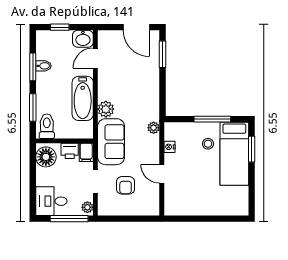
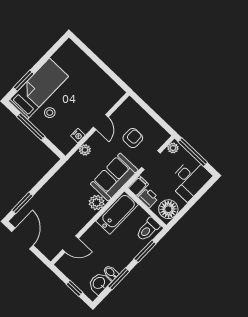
washbasin: (83, 39) -> (99, 283), moved, turned -90
bathtub: (83, 98) -> (117, 213), moved
plant: (154, 128) -> (85, 150), moved
desk: (51, 201) -> (190, 179), width x1.37

